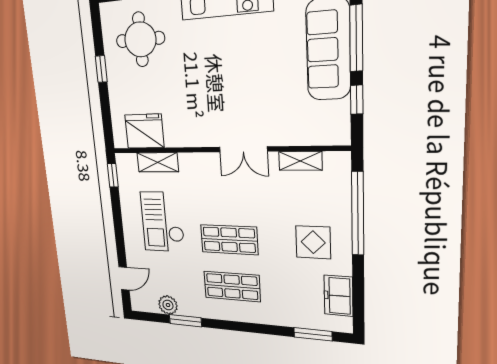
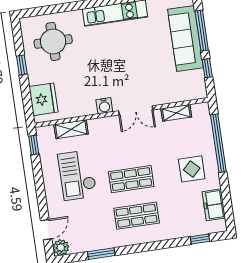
fridge: (144, 131) -> (43, 99), moved, turned 90
water cooler: (202, 137) -> (104, 106), added
plant: (168, 305) -> (61, 247), moved
window: (313, 334) -> (200, 239), width x0.67

